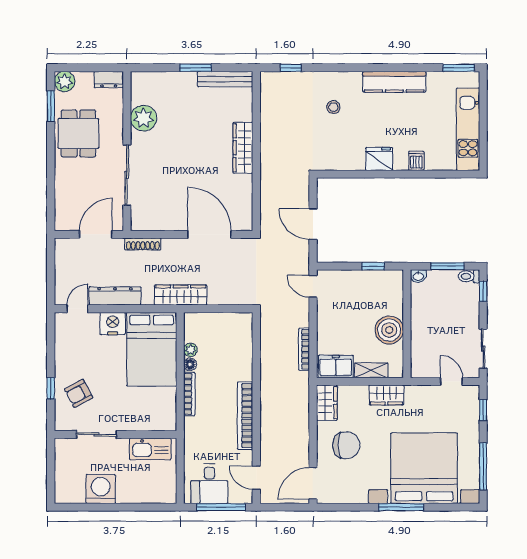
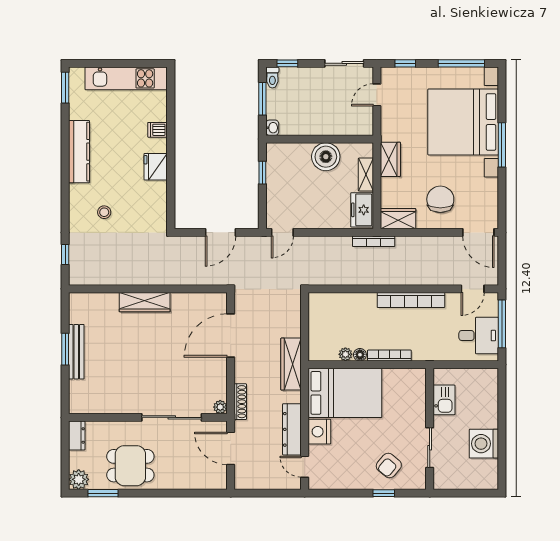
bench: (225, 79) -> (76, 352), moved
plant: (143, 118) -> (220, 407), moved, width x0.53, depth x0.53
bookcase: (304, 349) -> (374, 241), moved
armchair: (79, 393) -> (389, 466), turned 68
kitchen sink: (150, 449) -> (444, 400), width x0.73

